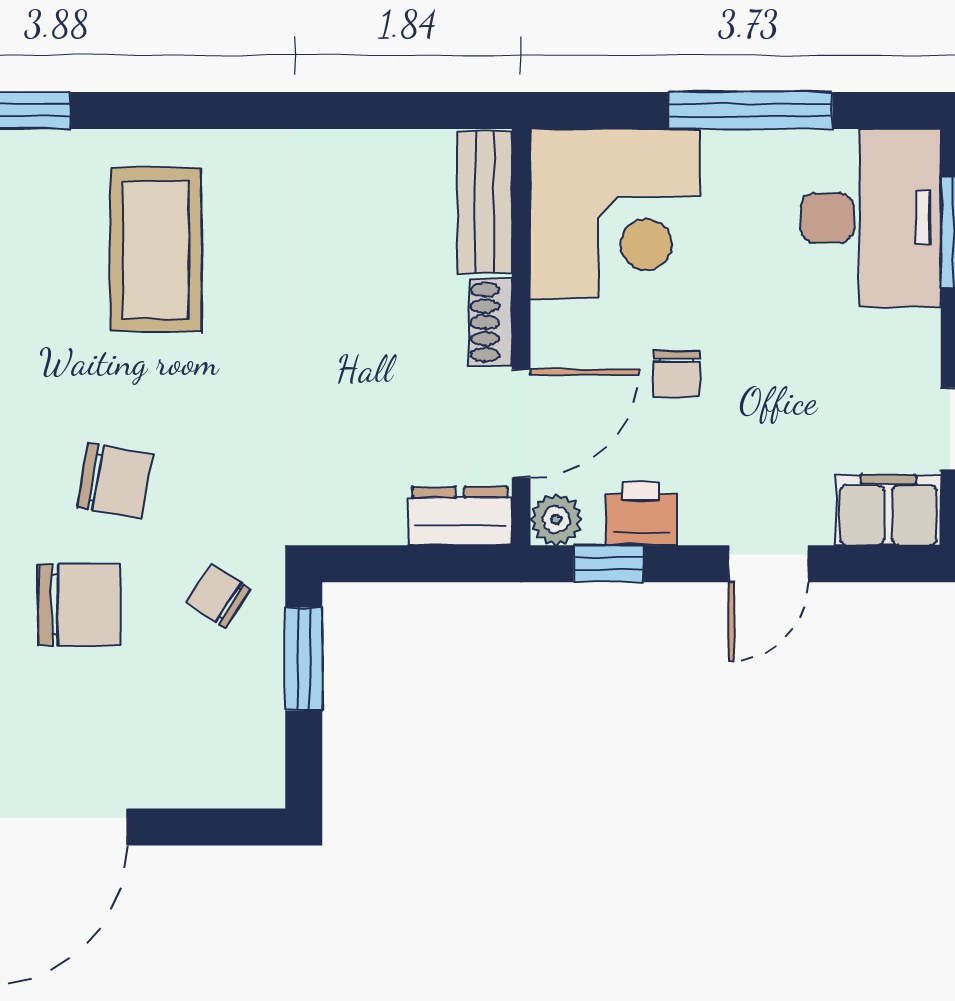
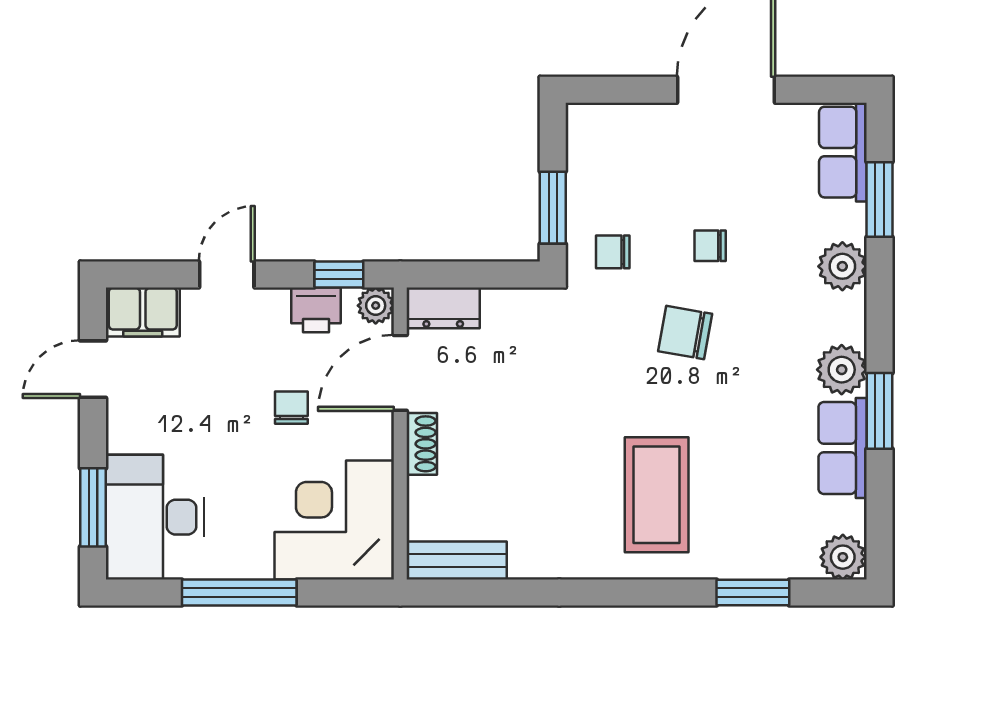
bench: (485, 202) -> (457, 561), moved, turned 90
chair: (218, 596) -> (613, 252), turned 148
chair: (79, 605) -> (710, 246), width x0.54, depth x0.54

